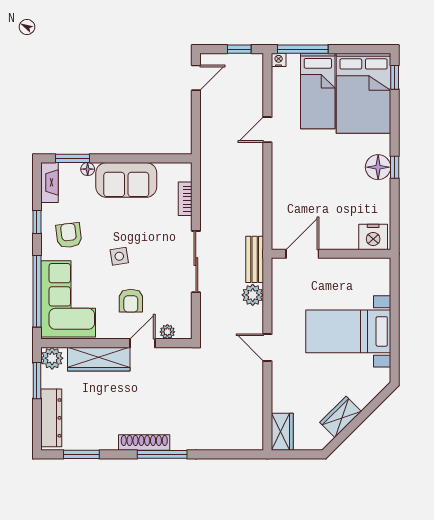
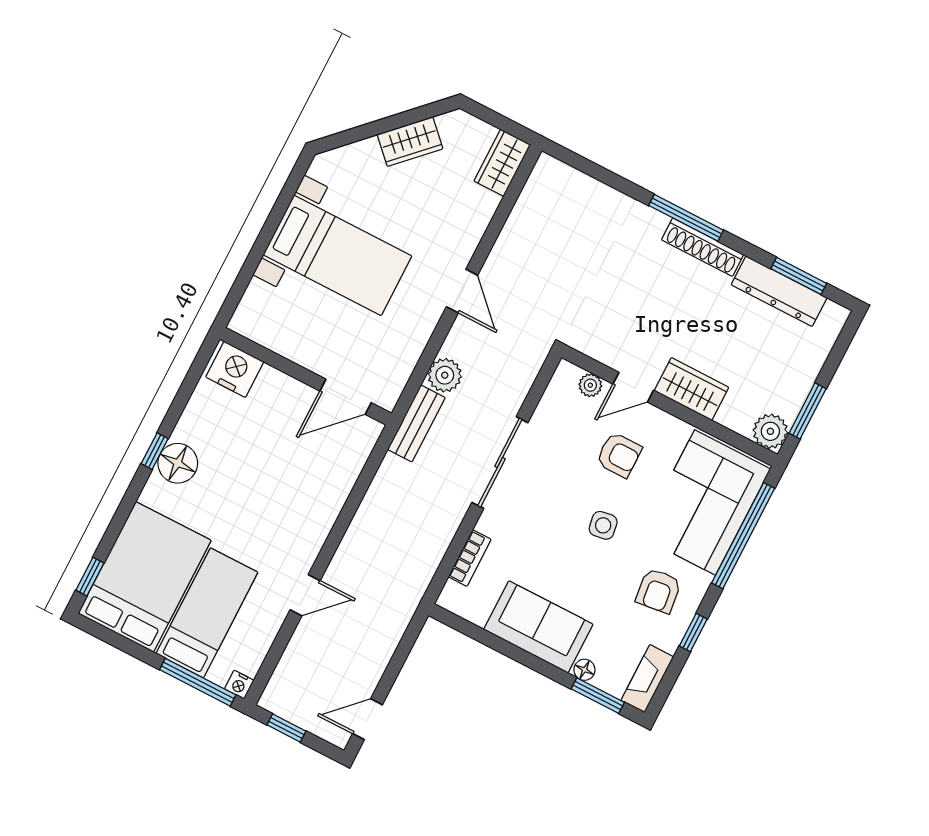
armchair: (131, 301) -> (619, 455), turned 90
wardrobe: (99, 359) -> (691, 389), width x0.67
dresser: (51, 418) -> (779, 291), moved, turned -90

